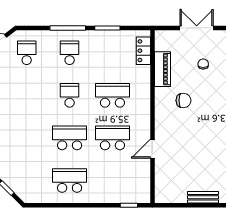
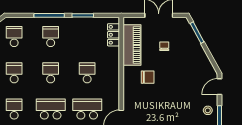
piano: (163, 69) -> (132, 45), width x1.37, depth x1.33
school desk: (27, 95) -> (14, 73), added
school desk: (112, 95) -> (87, 73), width x0.54
school desk: (27, 138) -> (14, 109), added

